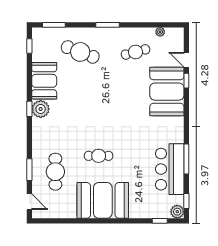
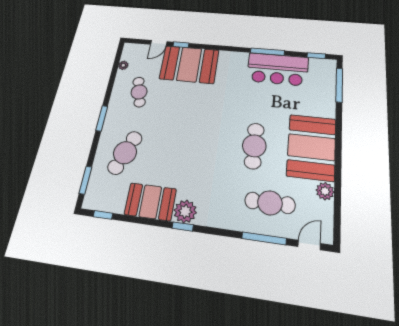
cafe table: (99, 156) -> (254, 146), width x1.37, depth x1.35
window: (29, 170) -> (264, 238), width x1.44
plant: (177, 212) -> (325, 191), moved
window: (160, 221) -> (339, 85), width x2.17

